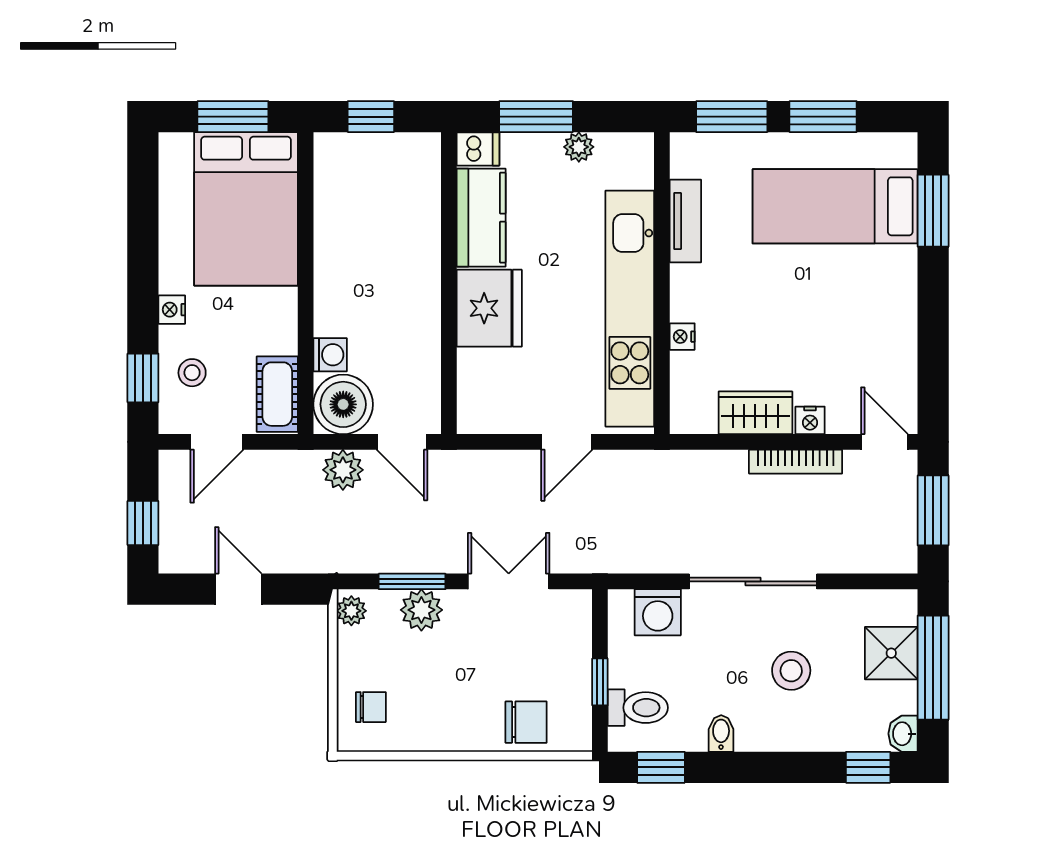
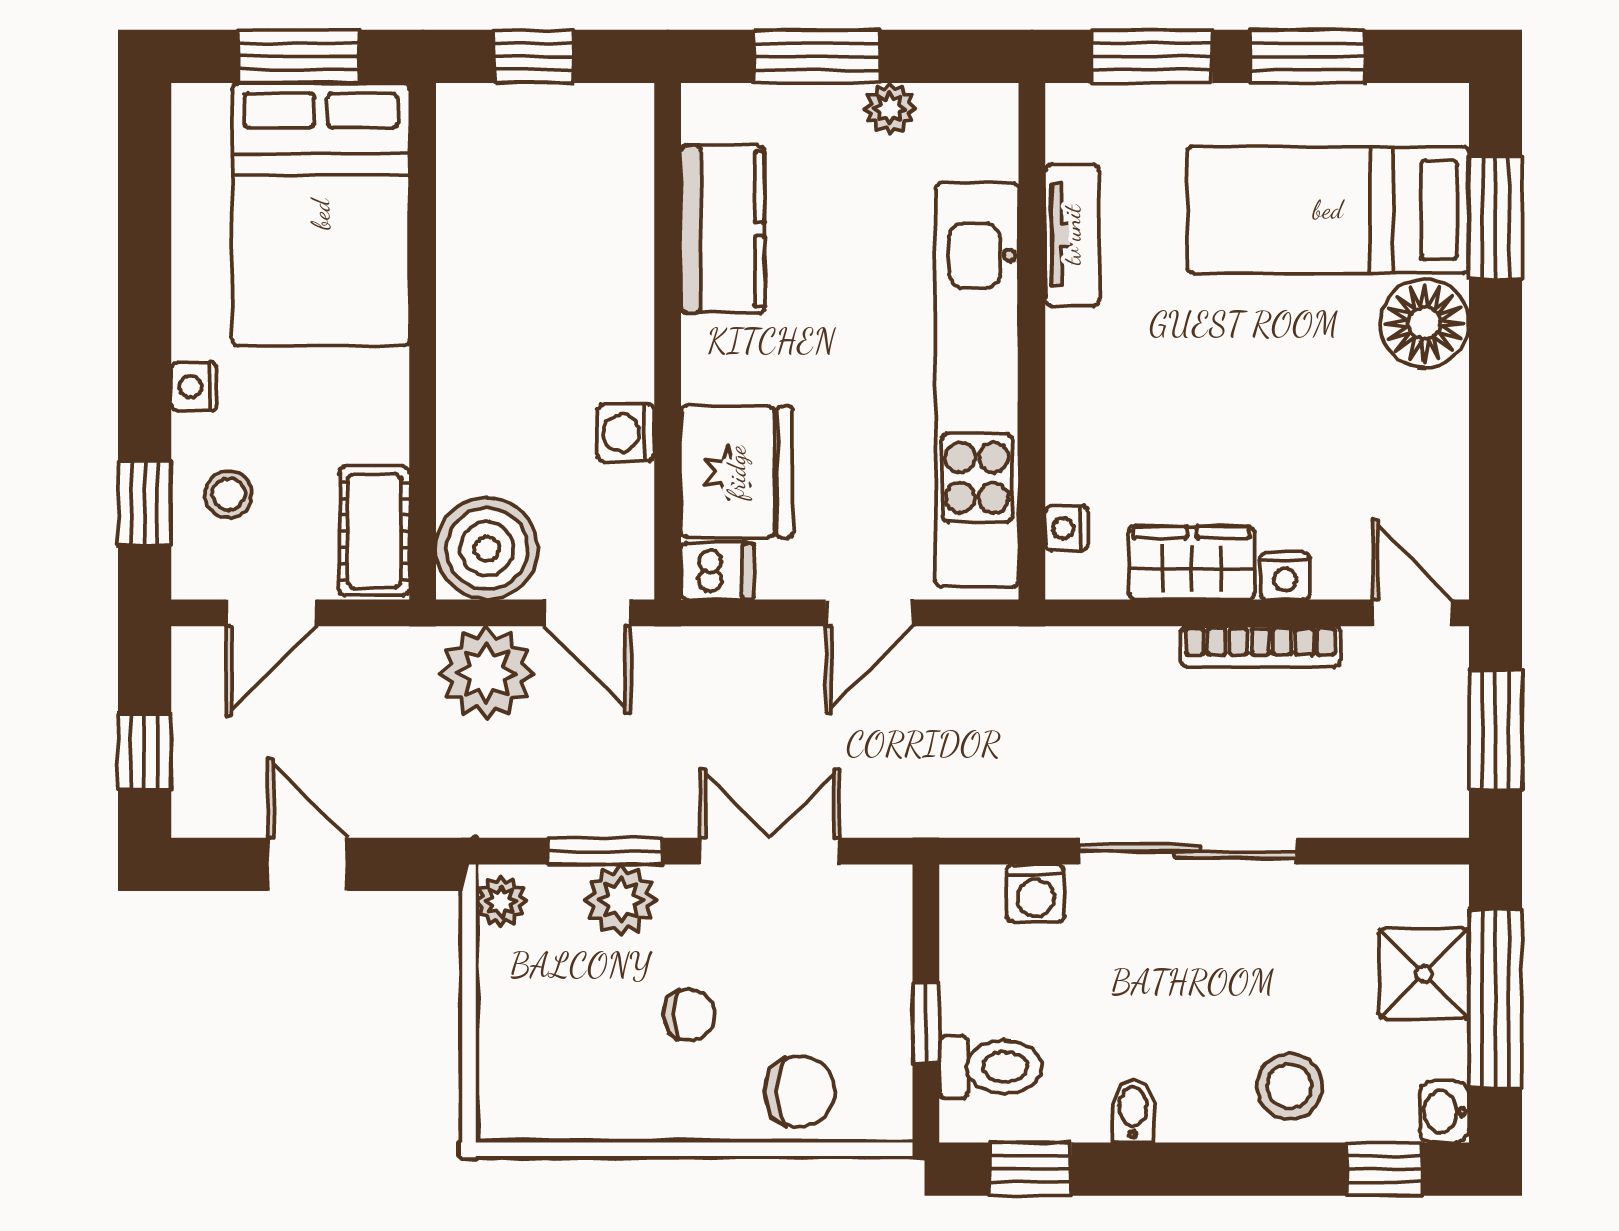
dishwasher: (478, 149) -> (717, 571), moved
floor lamp: (892, 273) -> (1424, 323), added
fridge: (489, 308) -> (737, 472), moved
nightstand: (682, 337) -> (1067, 528), moved
washing machine: (330, 355) -> (626, 433), moved, turned 180
plant: (343, 470) -> (486, 673), width x1.36, depth x1.36
washing machine: (658, 612) -> (1035, 893), width x0.73, depth x0.73
stool: (791, 671) -> (1289, 1086), moved
chair: (371, 707) -> (689, 1015), moved

